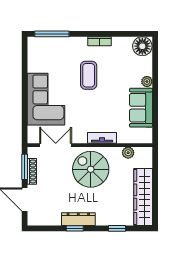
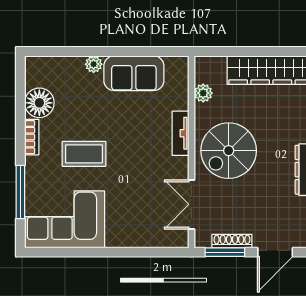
window: (52, 34) -> (20, 192), moved
floor lamp: (142, 46) -> (39, 103), moved
corner sofa: (46, 99) -> (65, 219), moved

